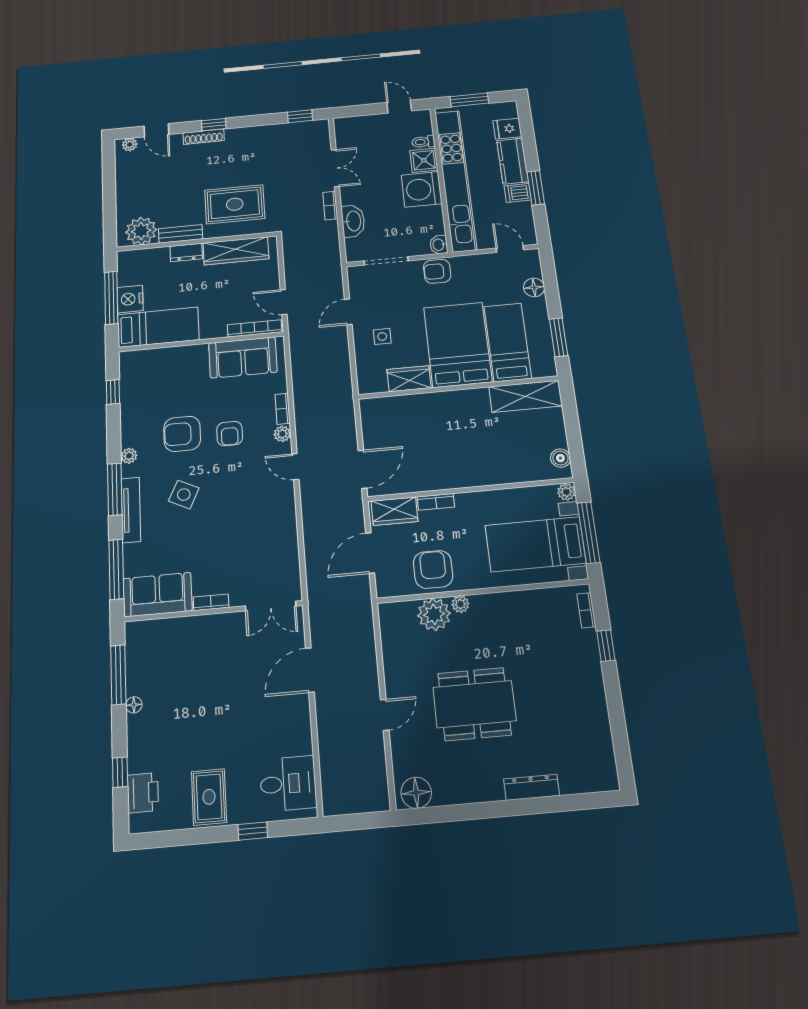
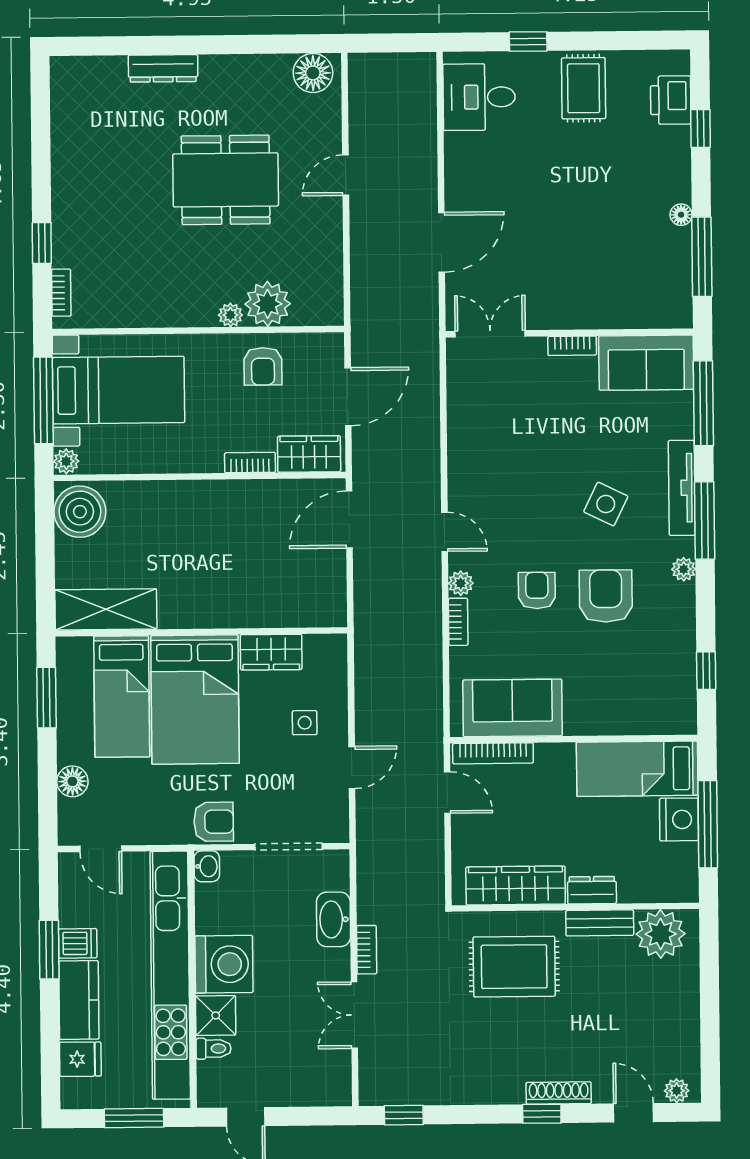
armchair: (182, 434) -> (606, 596), turned -90
boiler: (560, 458) -> (80, 512), width x1.86, depth x1.86
armchair: (433, 569) -> (263, 366), width x0.72, depth x0.72

